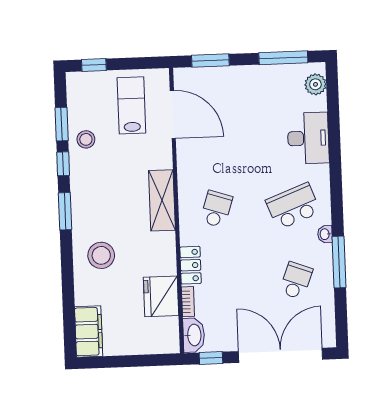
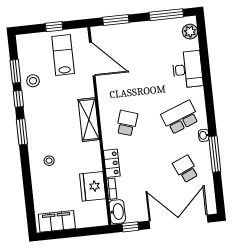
window: (94, 65) -> (54, 27), moved
stool: (101, 255) -> (49, 161), width x0.53, depth x0.53
school desk: (296, 281) -> (186, 169), turned -45
filing cabinet: (89, 332) -> (57, 221), moved, turned -90

